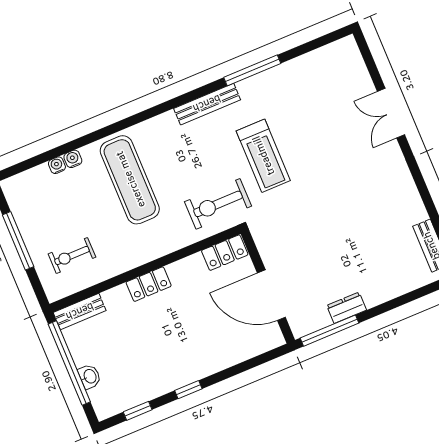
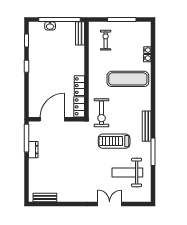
weight bench: (314, 104) -> (127, 172), added
exercise bike: (218, 204) -> (102, 113), turned 180
locker: (149, 284) -> (79, 86), moved

